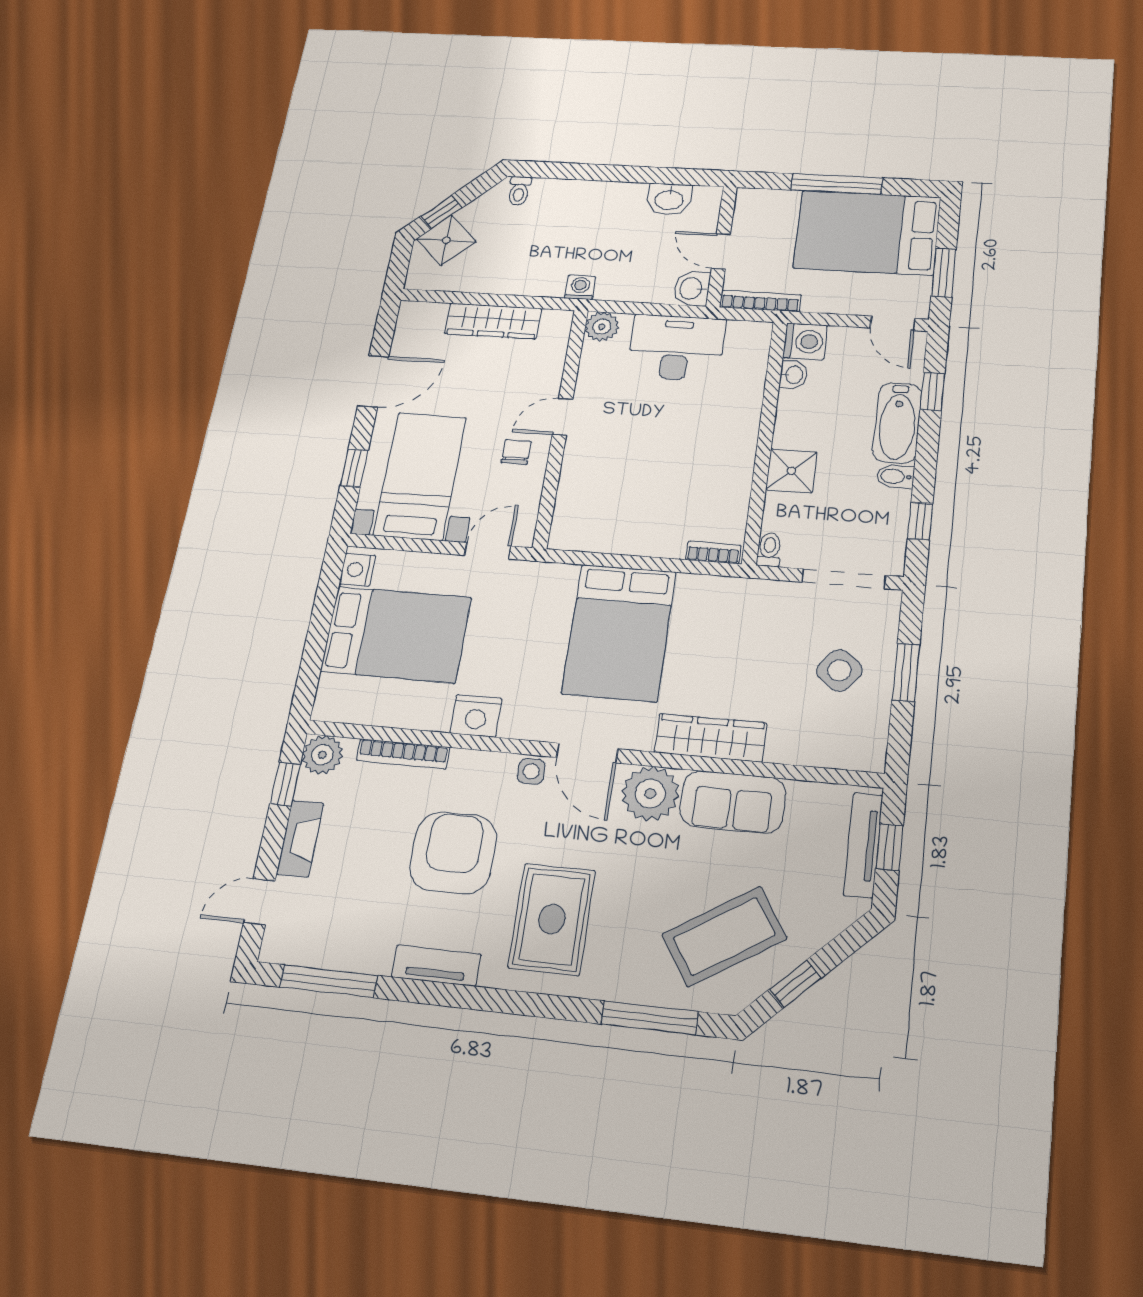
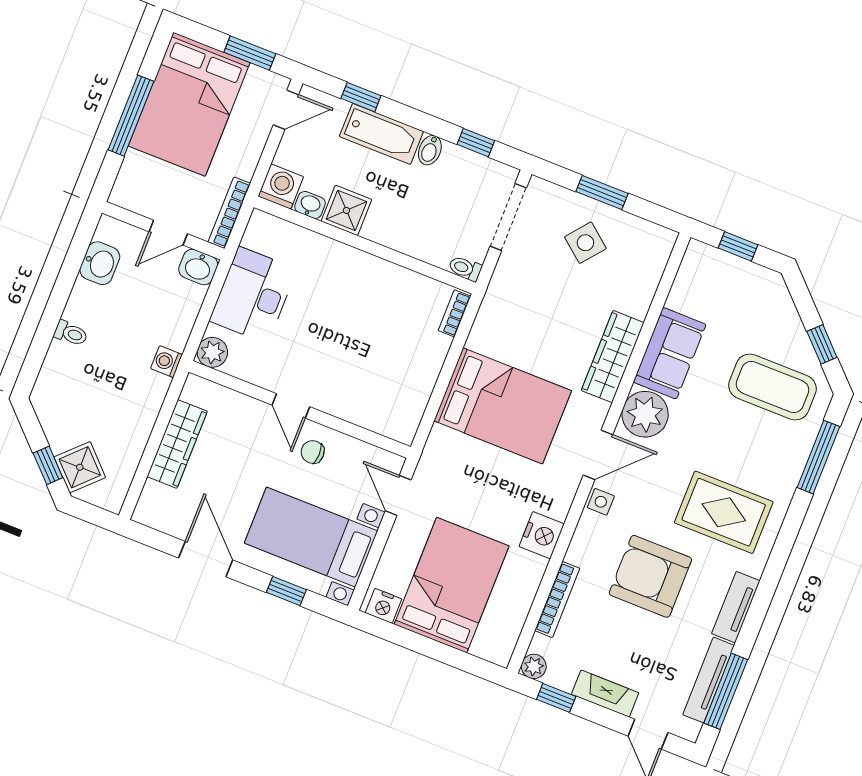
toilet: (519, 191) -> (71, 333), moved
shower: (791, 471) -> (346, 210), moved
plant: (322, 755) -> (534, 666), width x0.73, depth x0.73
tv unit: (863, 845) -> (709, 680), moved, turned 90
coffee table: (724, 936) -> (772, 387), turned -57

